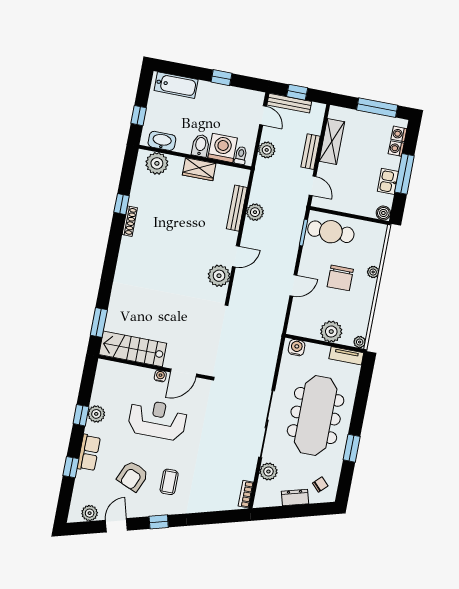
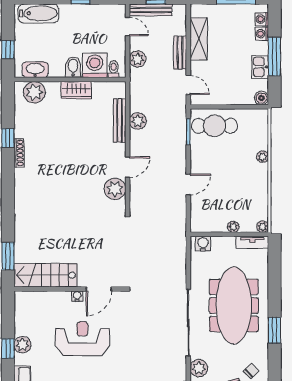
chair: (340, 278) -> (232, 169), removed
plant: (331, 332) -> (233, 227), width x0.53, depth x0.53

